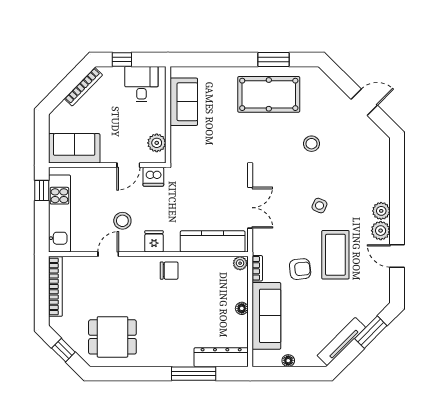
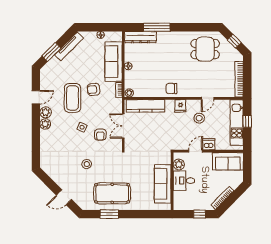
desk: (141, 84) -> (184, 181), moved, turned 90
sofa: (184, 102) -> (163, 184), width x1.36
door: (364, 102) -> (64, 197), moved
dishwasher: (153, 177) -> (209, 144), moved
window: (42, 190) -> (247, 121), moved
armchair: (289, 193) -> (100, 135), added
door: (397, 256) -> (36, 97), hinge flipped

